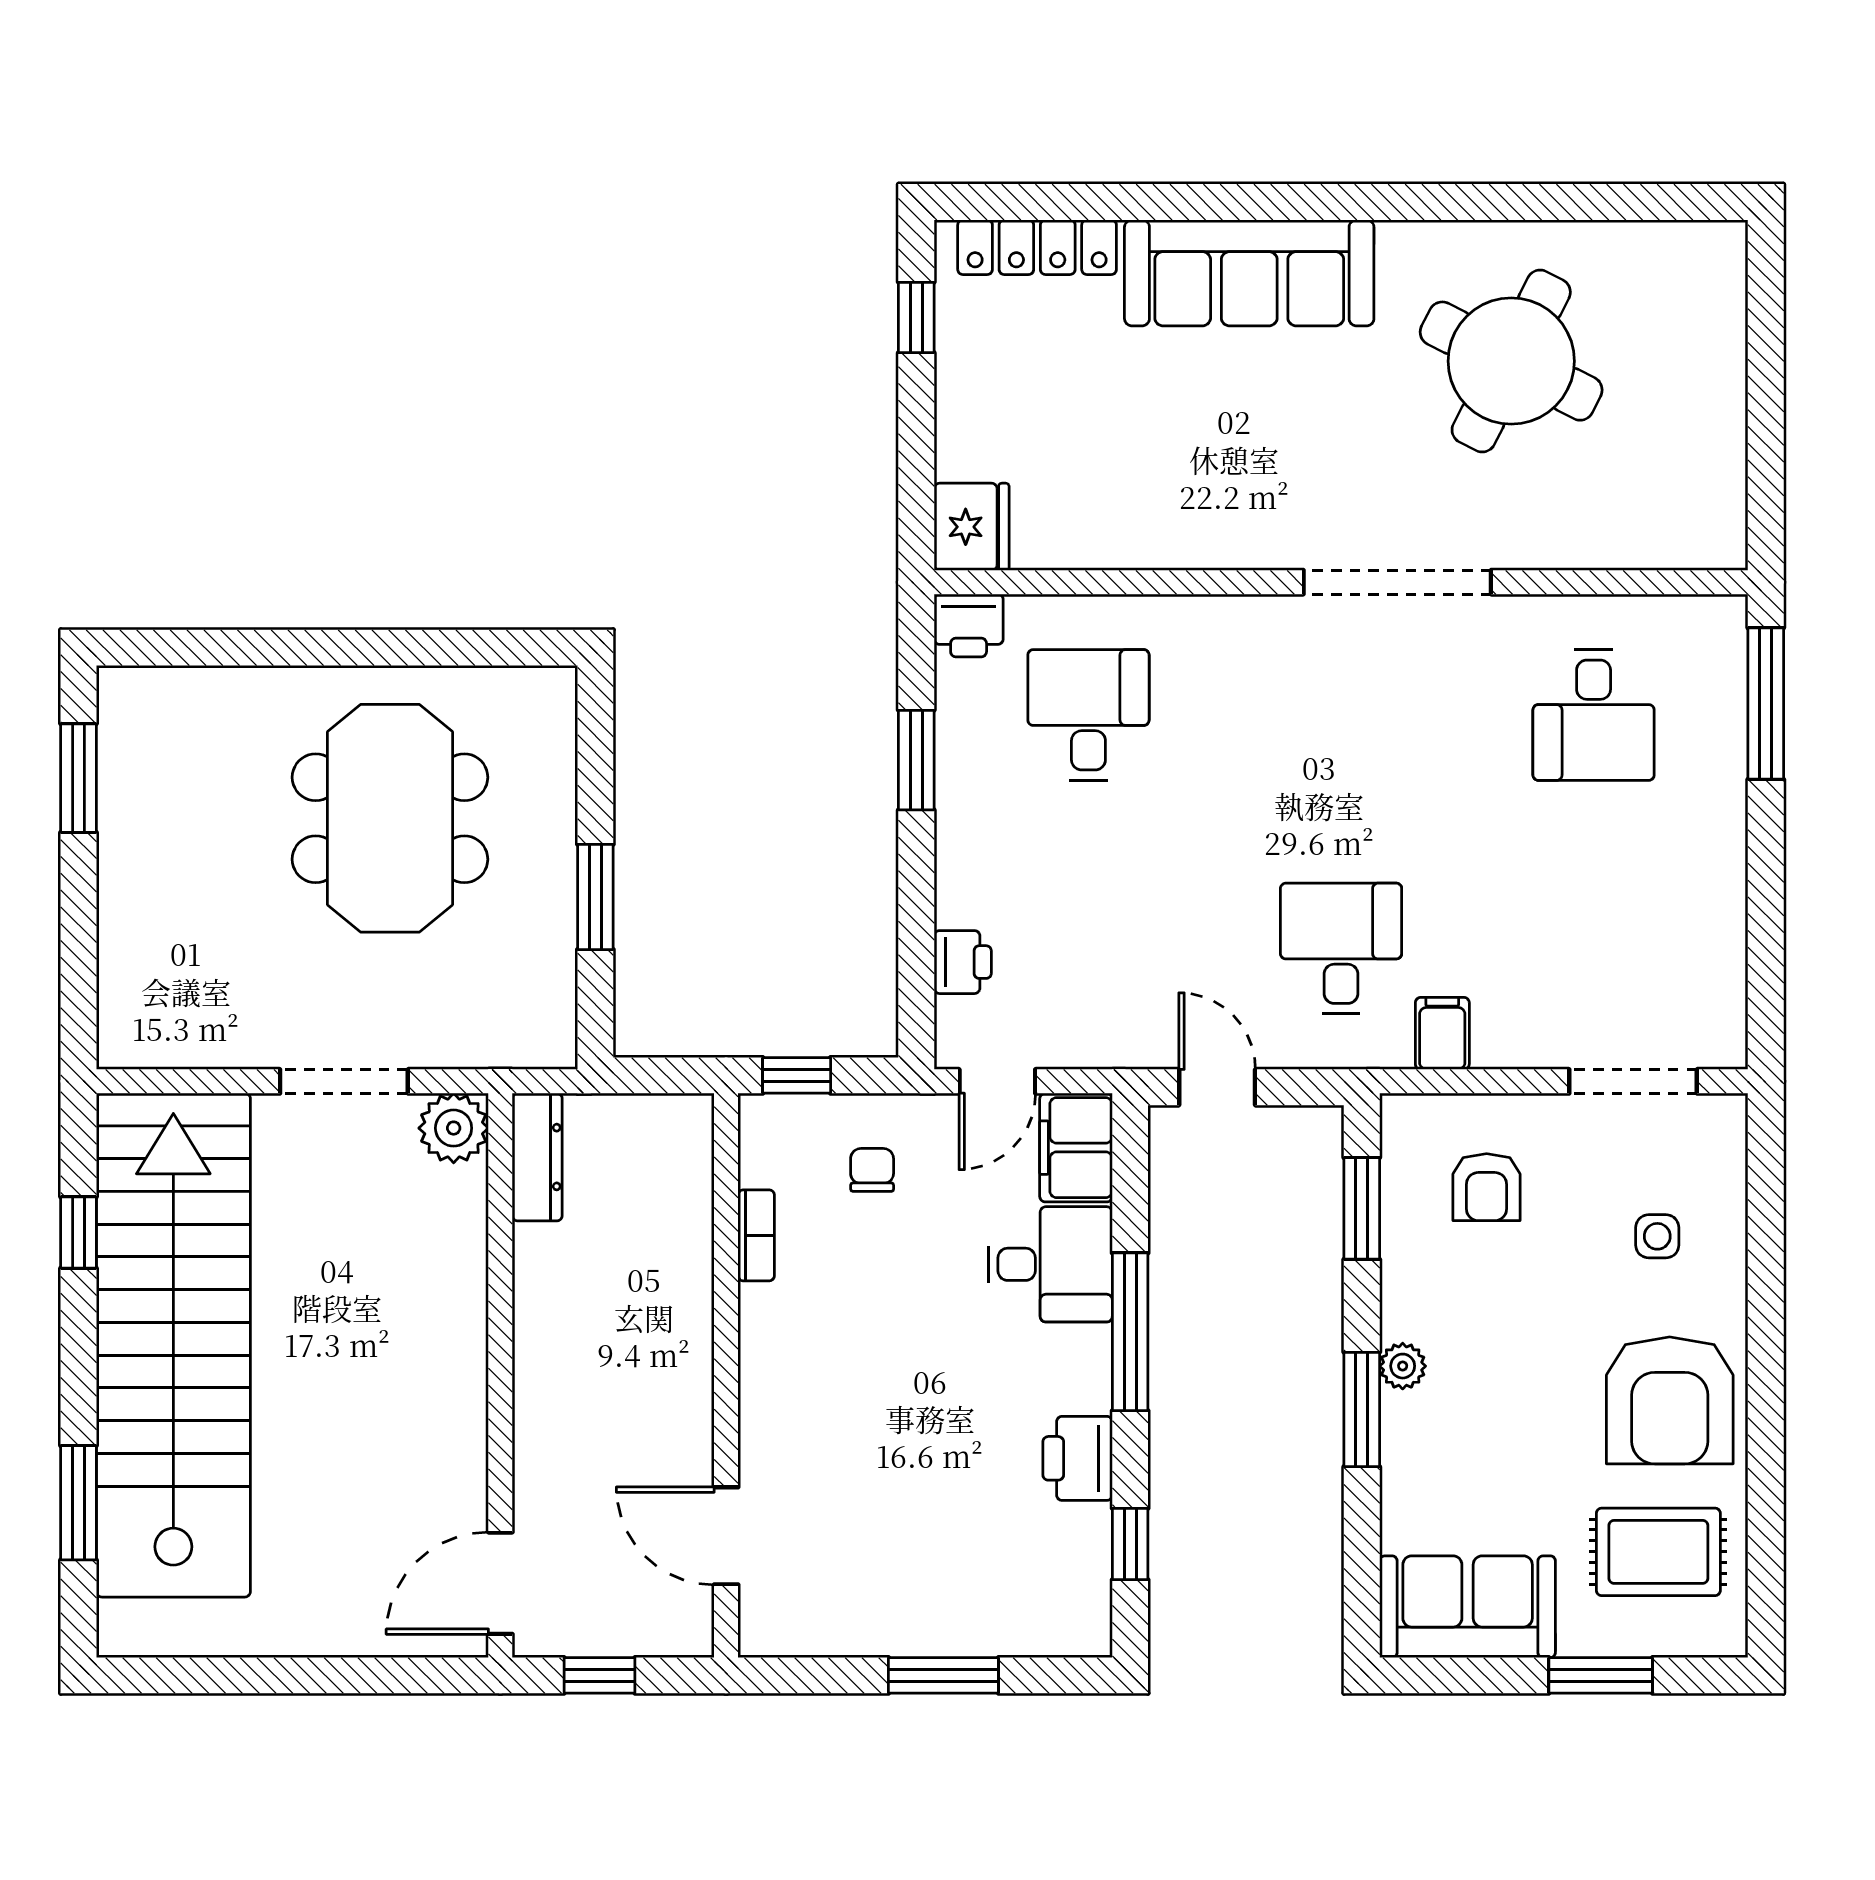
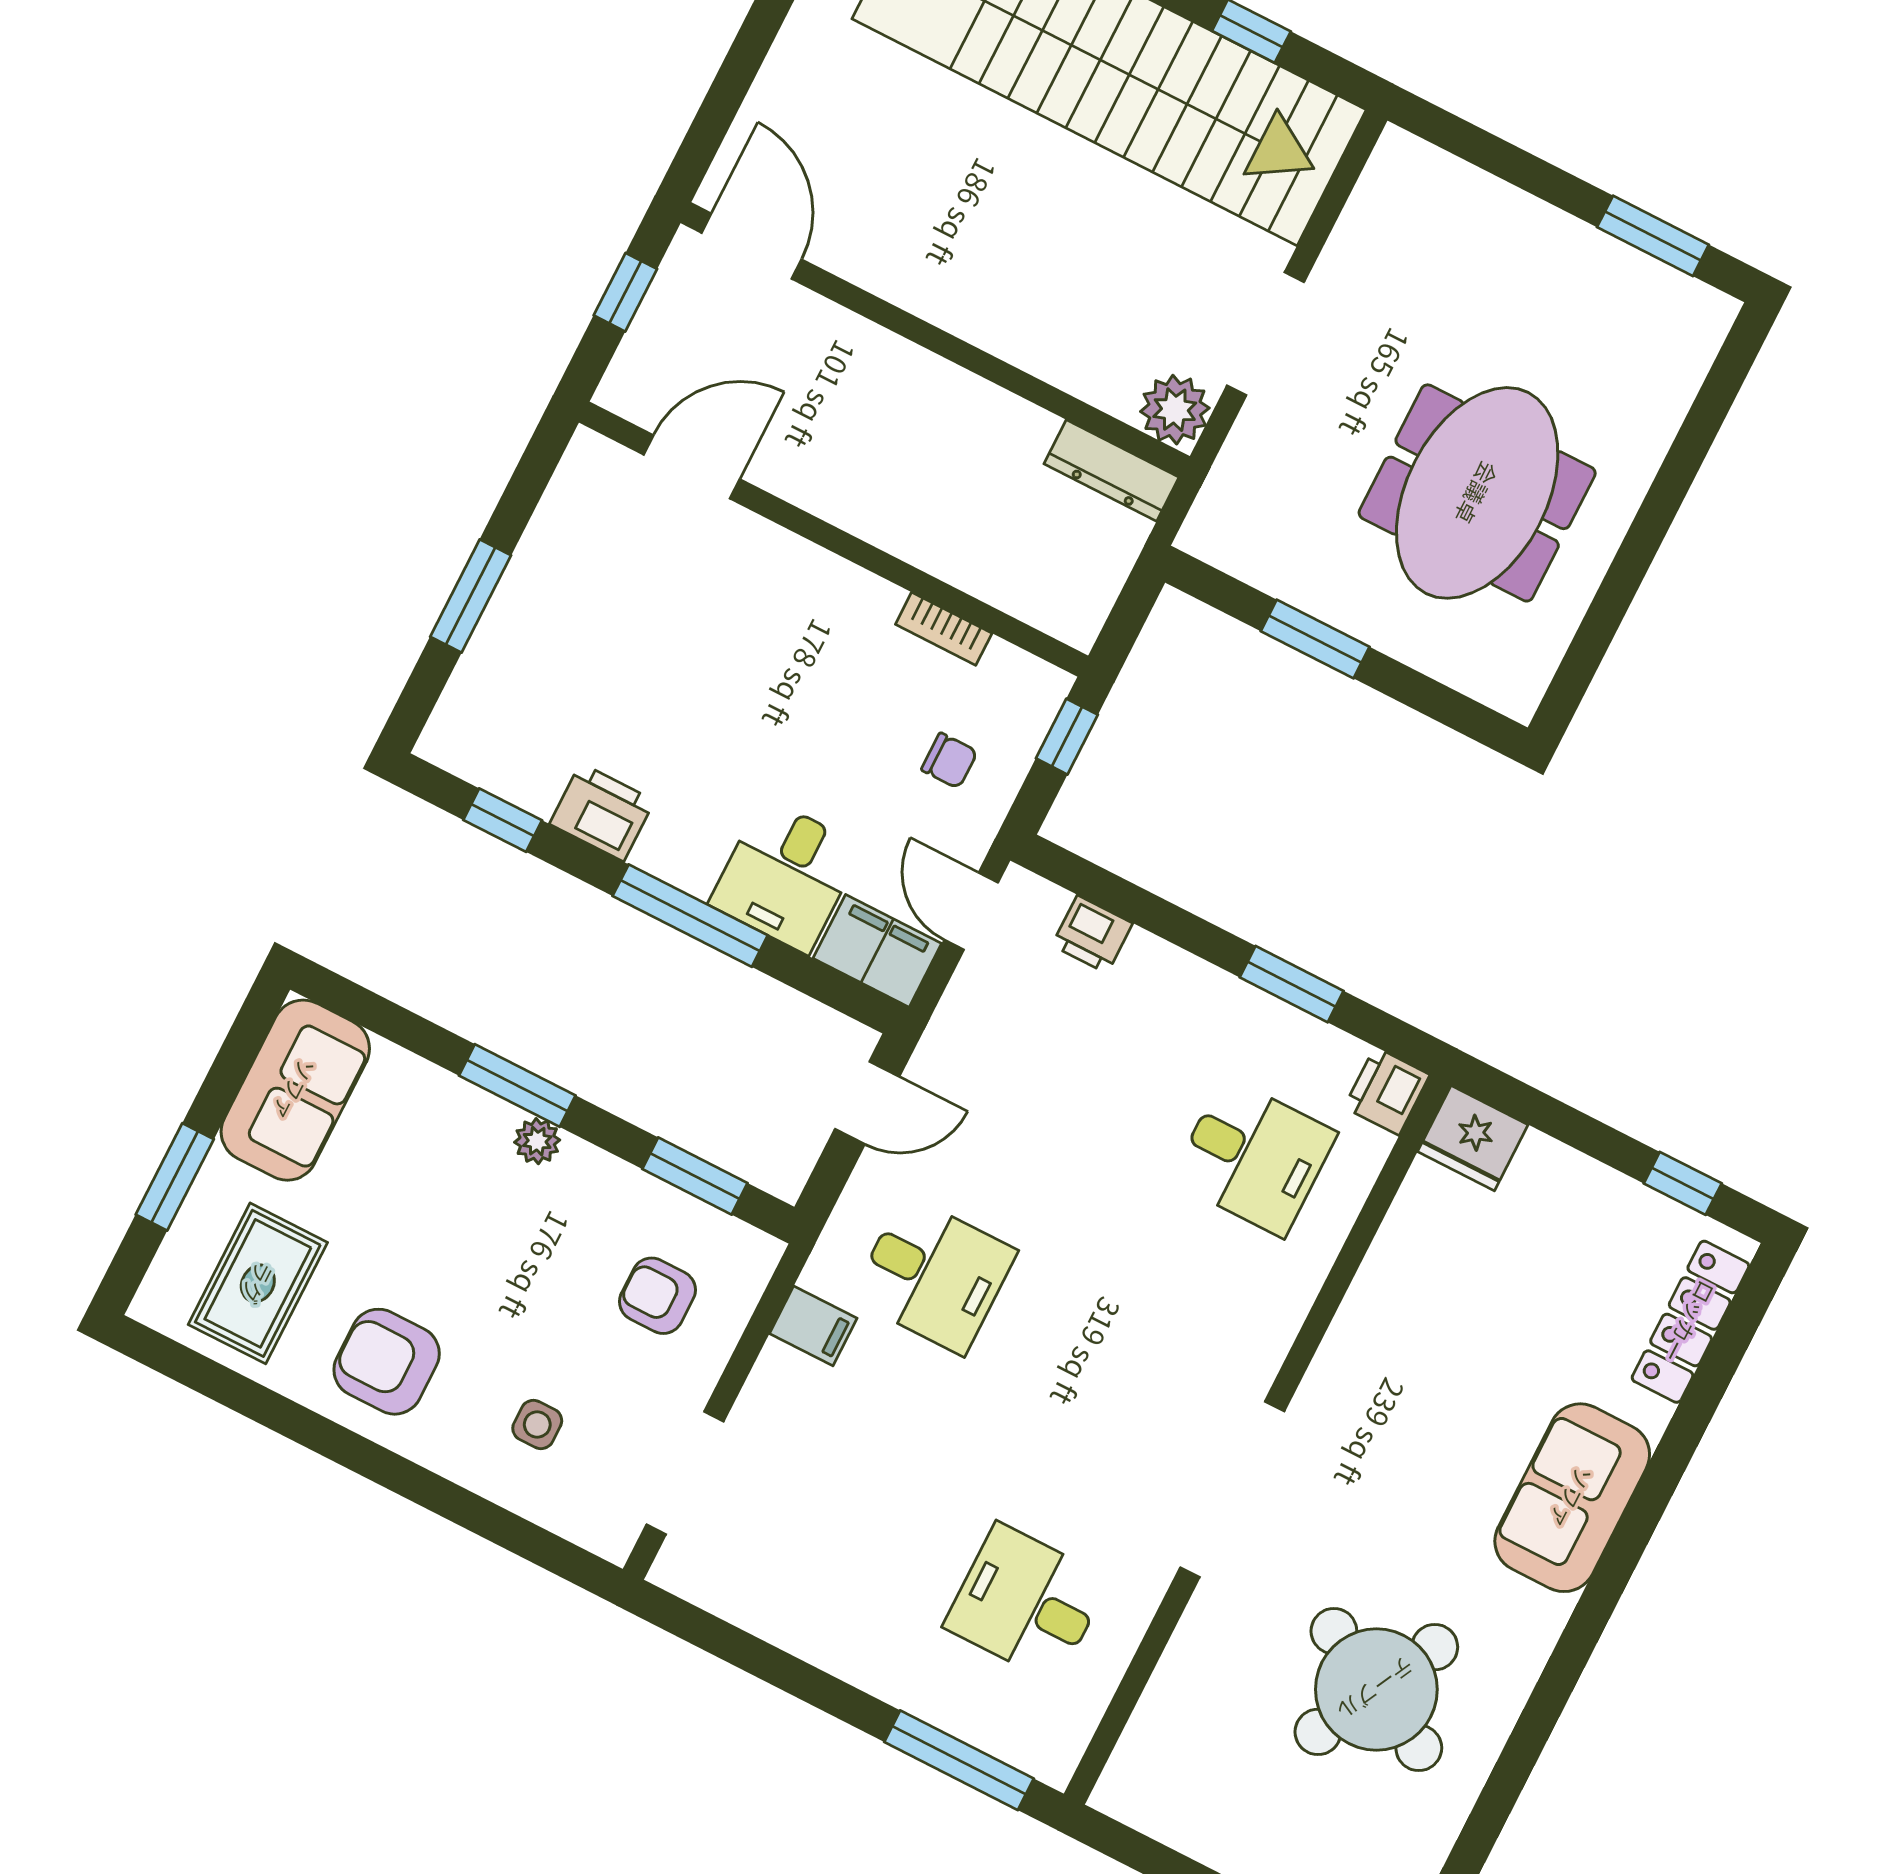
sofa: (1249, 273) -> (1572, 1498), width x0.73
meeting table: (390, 818) -> (1477, 493), turned 90
armchair: (1670, 1400) -> (387, 1362), width x0.73, depth x0.73

